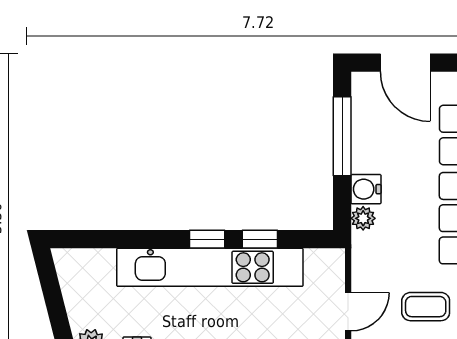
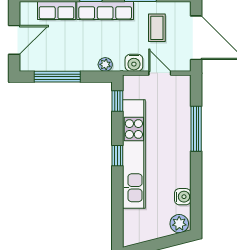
water cooler: (366, 189) -> (134, 63), moved
window: (260, 239) -> (117, 101), moved

